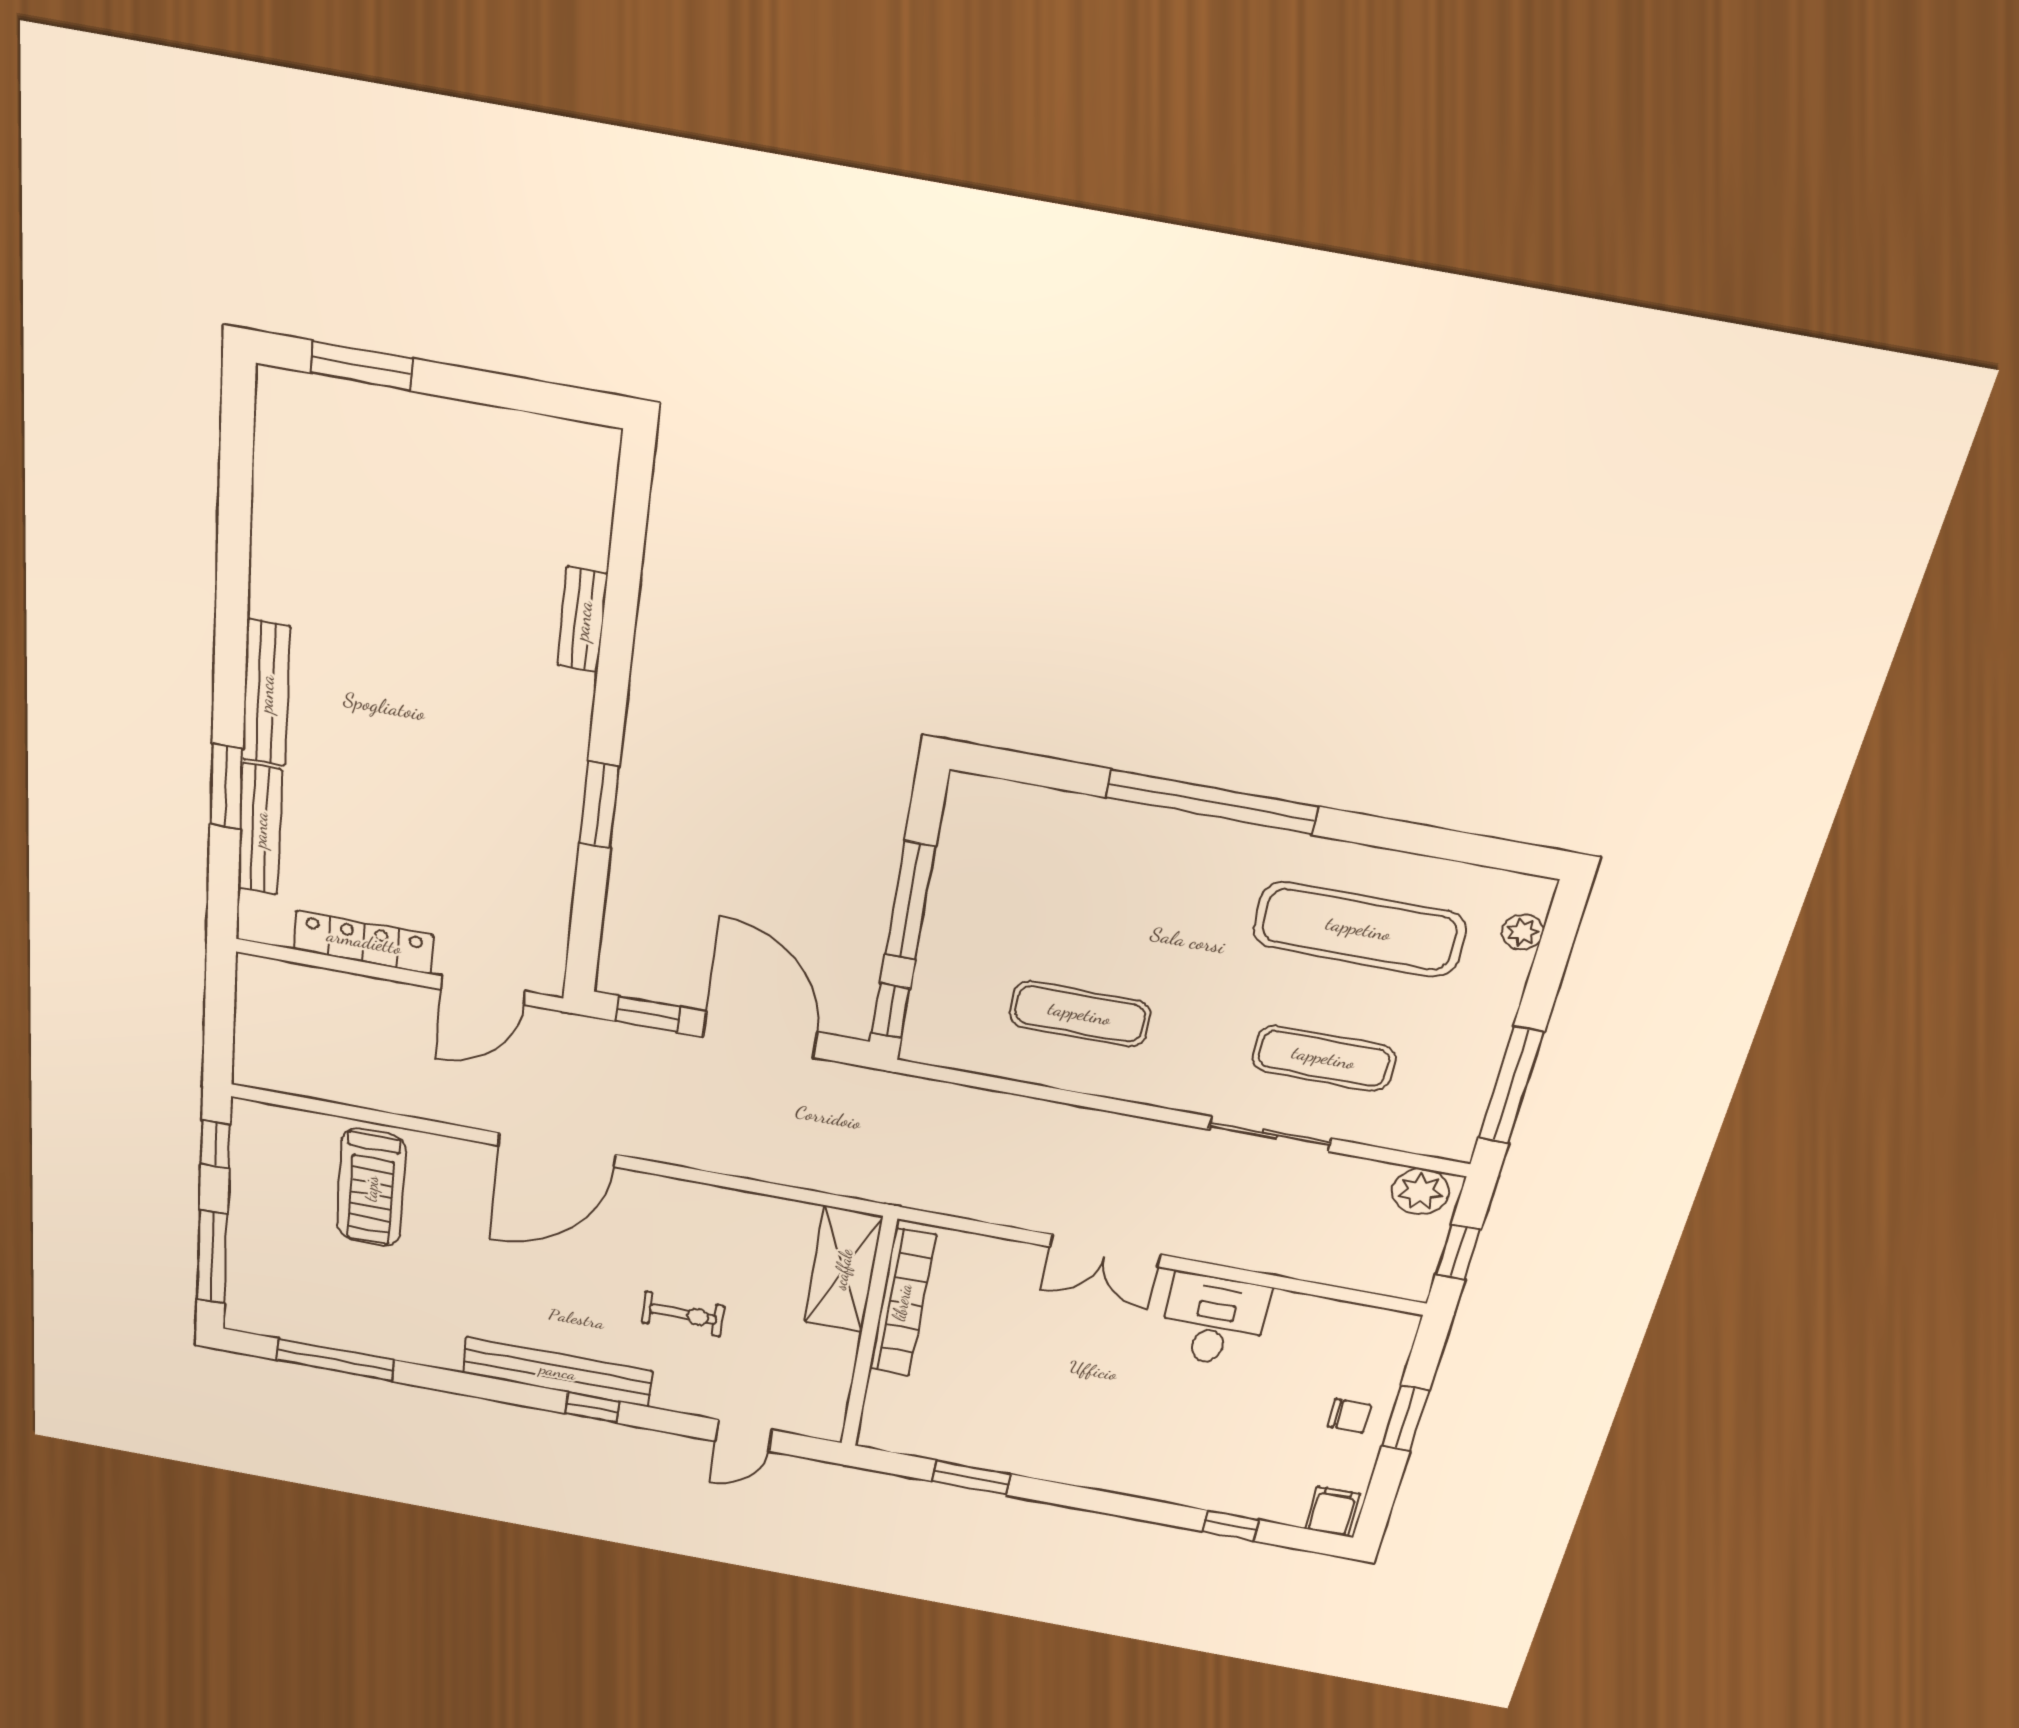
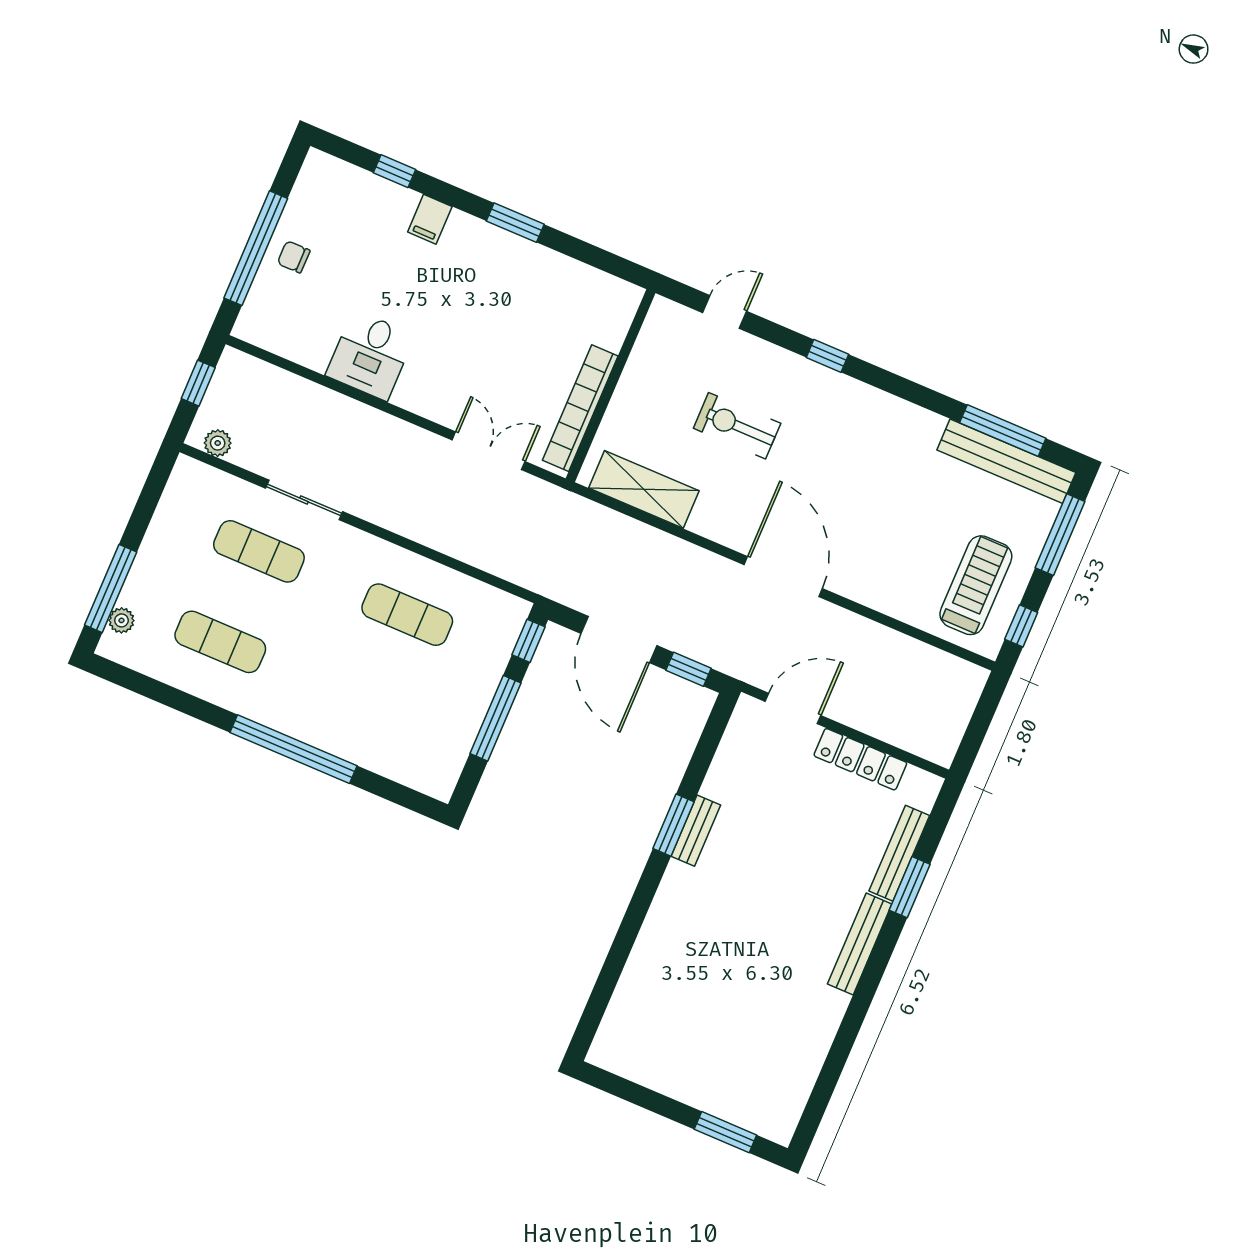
bench: (583, 620) -> (696, 831), moved
exercise mat: (1359, 929) -> (220, 642), width x0.73, depth x0.69
window: (1511, 1085) -> (111, 589), moved
door: (557, 1150) -> (783, 577), hinge flipped
treadmill: (371, 1188) -> (976, 585), moved
plant: (1420, 1192) -> (218, 443), width x0.73, depth x0.73
double door: (1105, 1251) -> (489, 451), moved
shelving: (843, 1269) -> (644, 489), moved, turned 90
exercise bike: (683, 1314) -> (737, 426), width x1.38, depth x1.39
bench: (558, 1372) -> (1006, 461), moved
window: (1405, 1418) -> (256, 248), width x2.11
window: (971, 1478) -> (515, 223), moved
filing cabinet: (1333, 1511) -> (430, 219), moved

